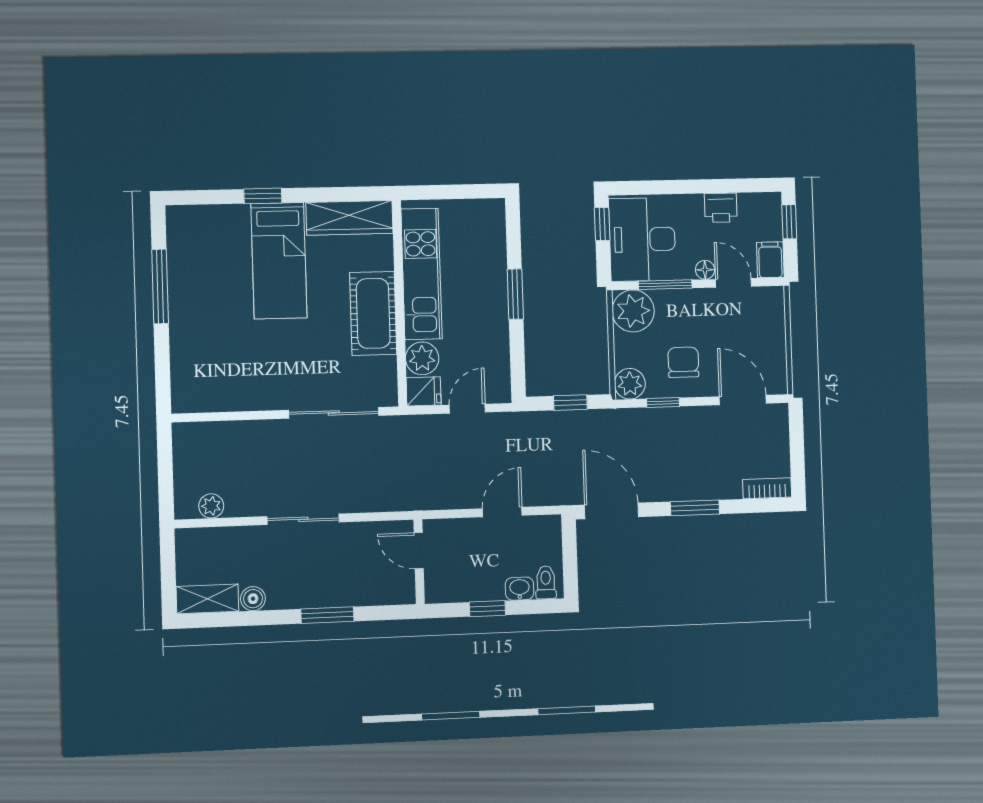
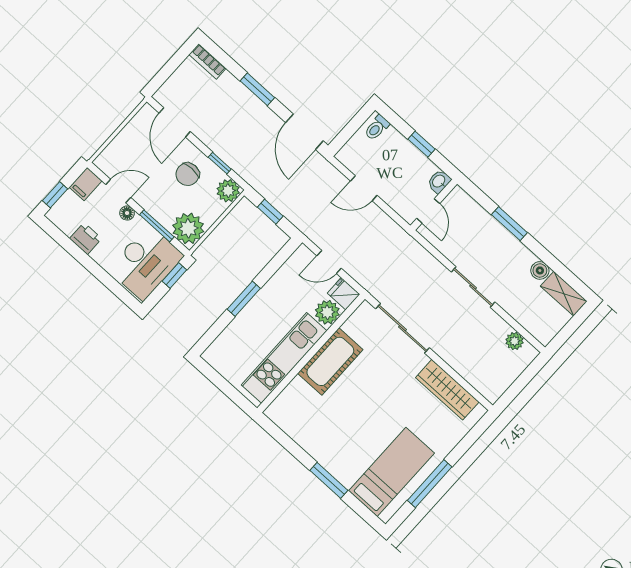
window: (263, 196) -> (329, 480), width x1.50
wardrobe: (349, 218) -> (447, 390), moved, turned 180
window: (602, 224) -> (174, 276), moved
bed: (279, 261) -> (391, 472), moved
door: (733, 283) -> (118, 191), swing flipped
washbasin: (520, 589) -> (439, 181), moved, turned 90

